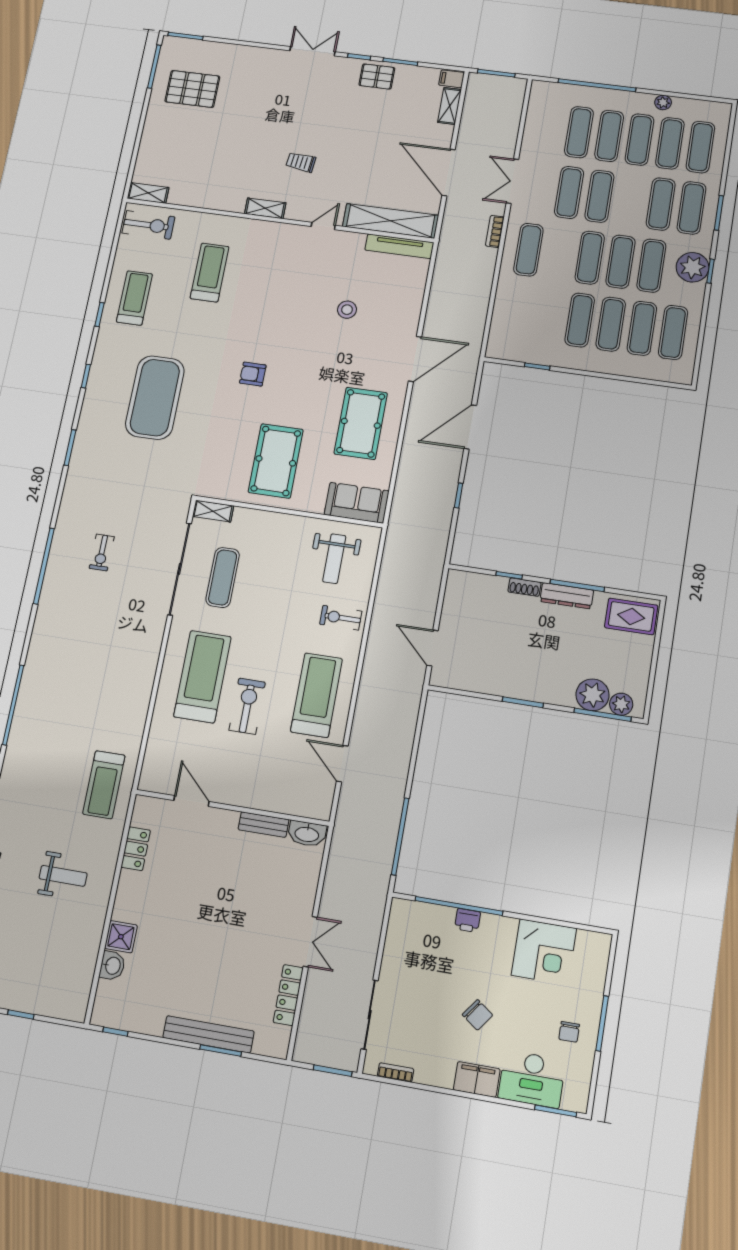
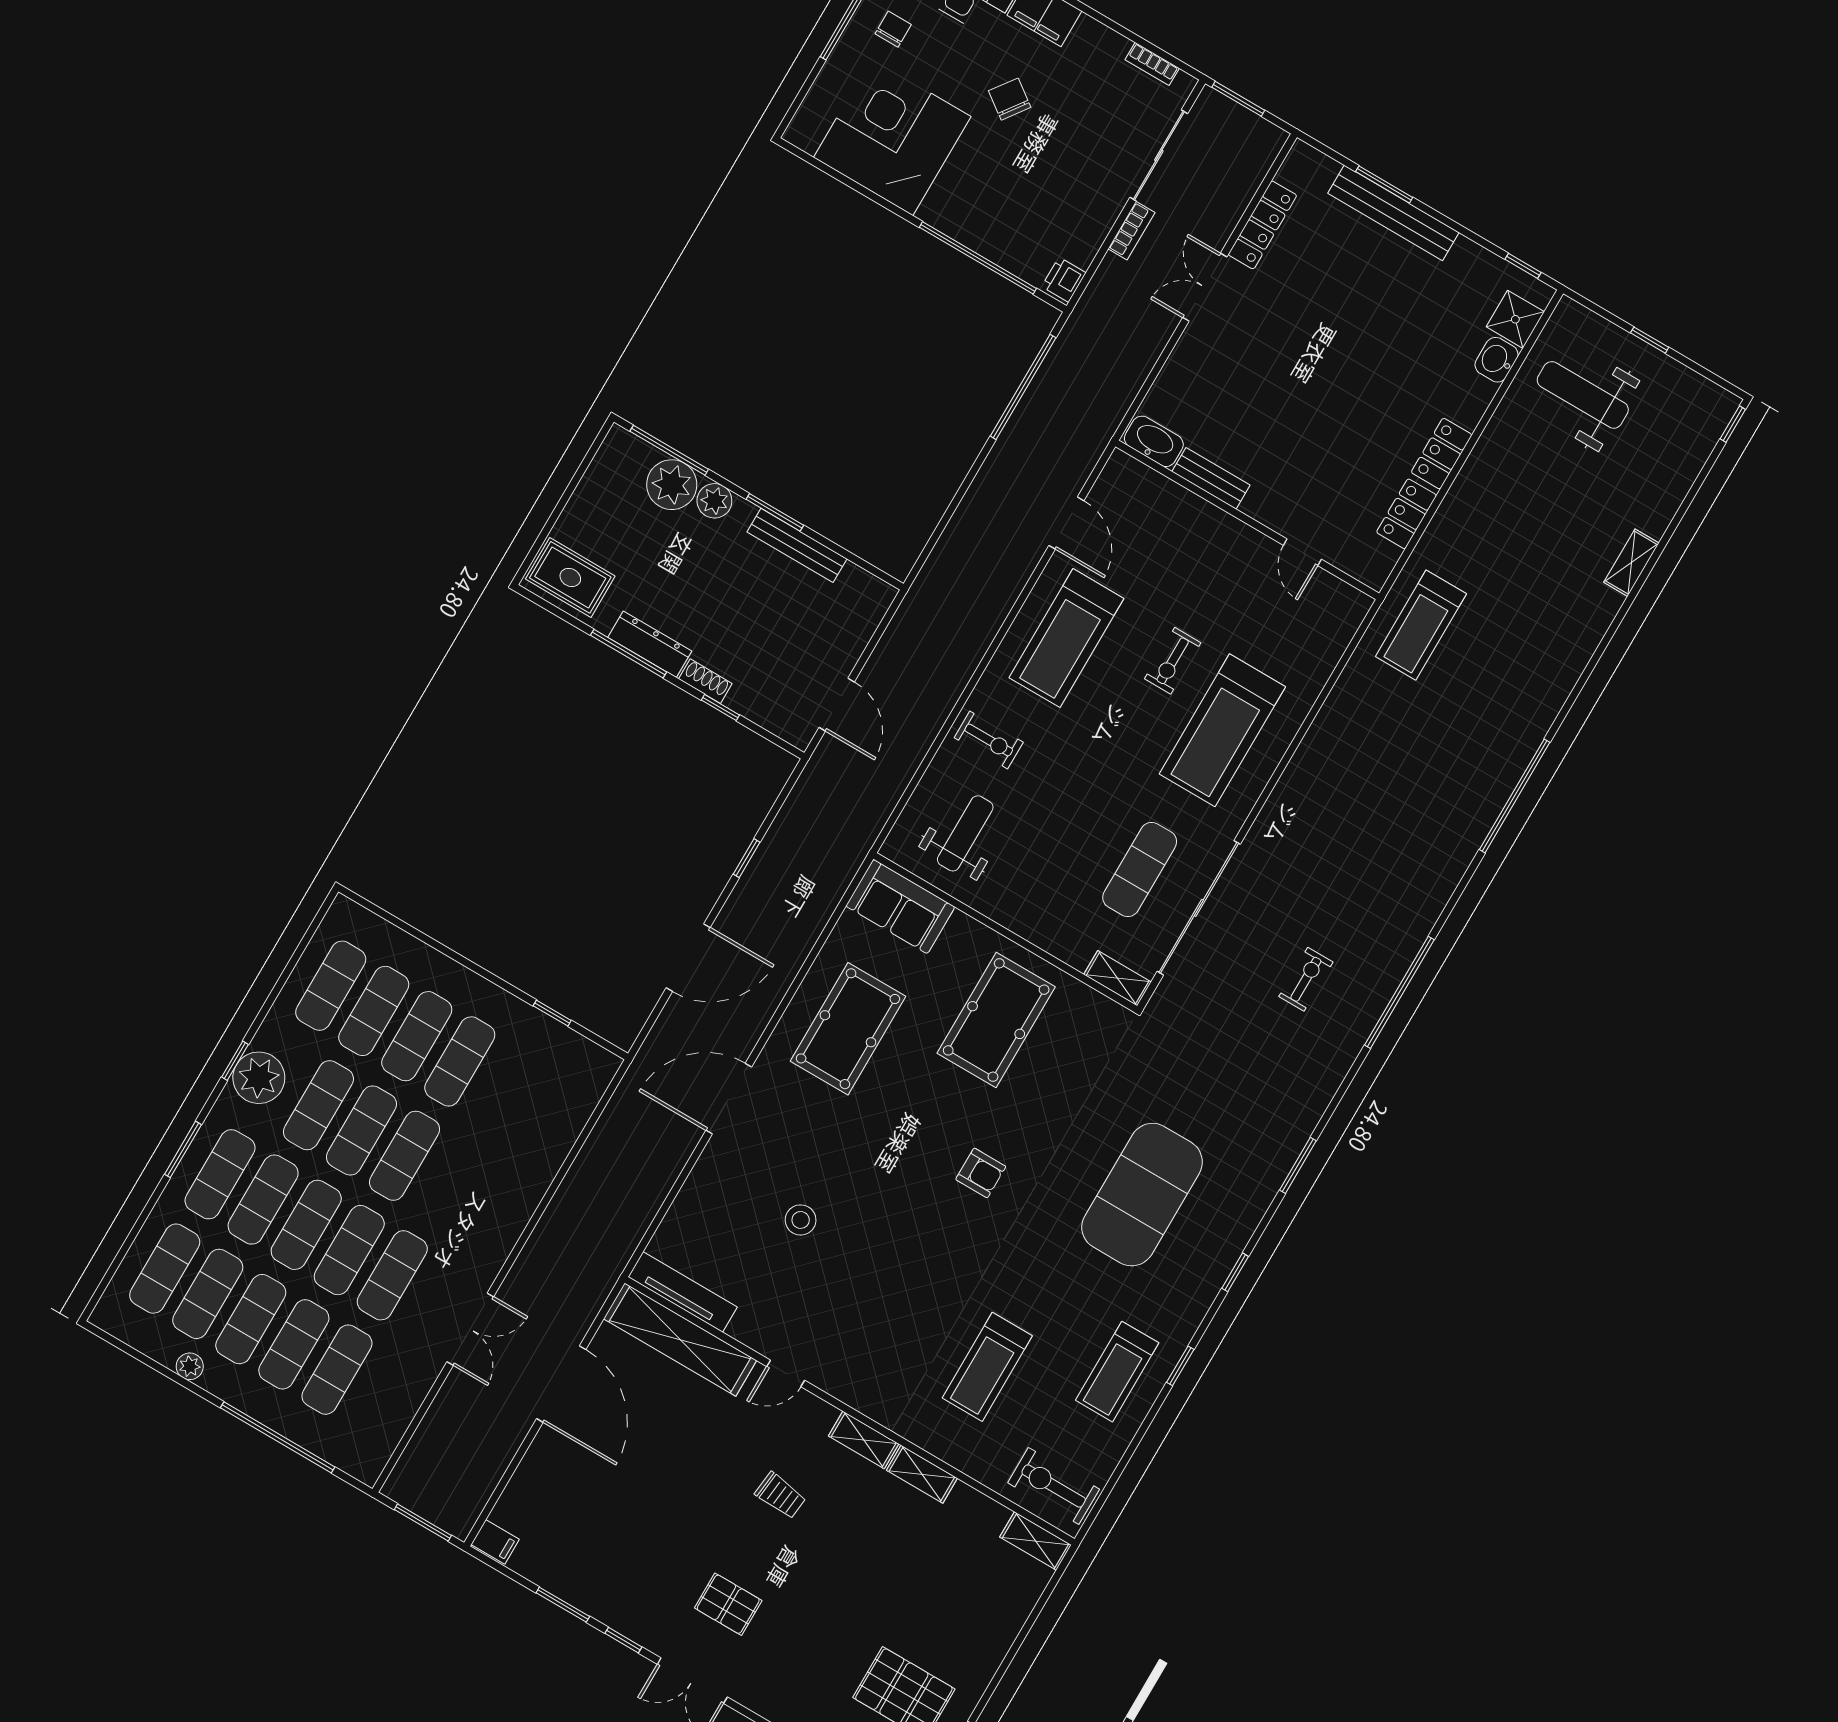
pallet: (377, 77) -> (728, 1604), moved
shelving: (450, 106) -> (922, 1474), moved, turned 90
bookcase: (495, 231) -> (1131, 231), moved
exercise mat: (528, 250) -> (306, 1225), moved
door: (432, 648) -> (837, 705), moved
bench: (501, 688) -> (797, 545), added
plant: (621, 704) -> (714, 501), moved
exercise bike: (247, 706) -> (1173, 661), width x0.73, depth x0.72
treadmill: (104, 785) -> (1421, 625), turned 180
door: (191, 801) -> (1302, 552), width x0.73
weight bench: (63, 876) -> (1583, 395), moved, width x1.36, depth x1.33
locker: (127, 894) -> (1442, 454), added
printer: (467, 920) -> (1064, 280), moved, turned -90
shower: (121, 937) -> (1515, 319), moved
corner desk: (544, 952) -> (892, 137), width x1.36, depth x1.36

